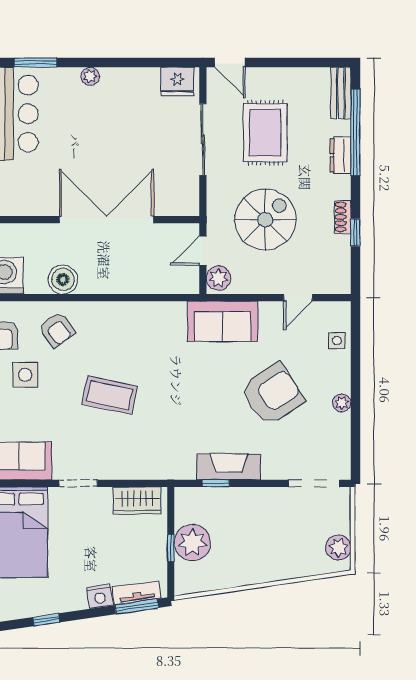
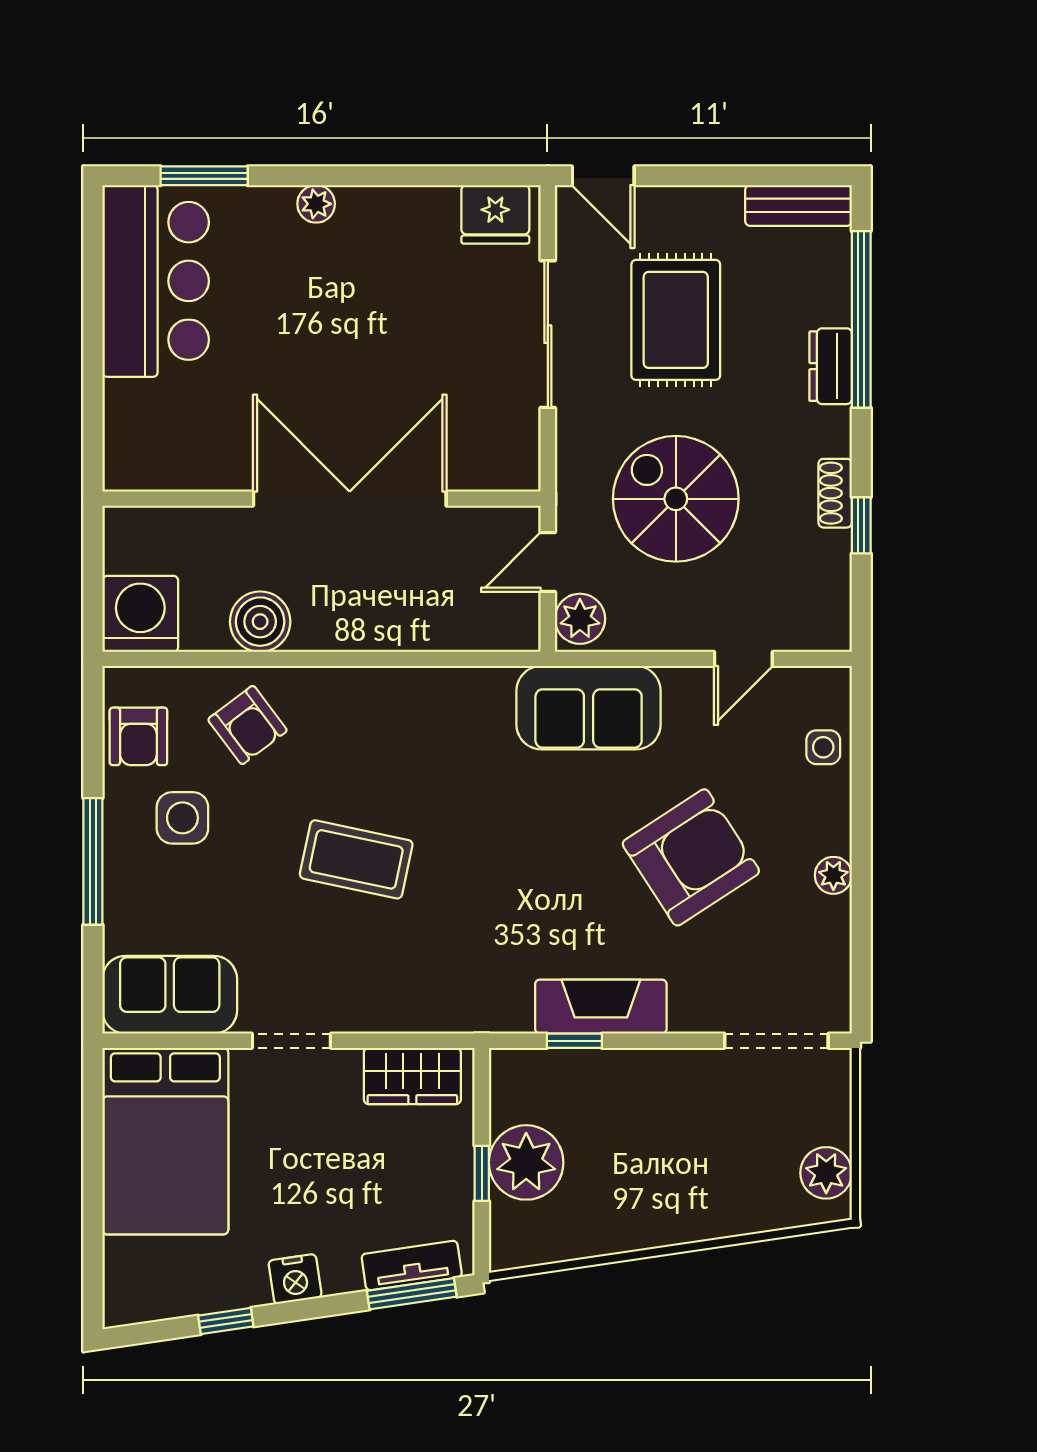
bench: (341, 93) -> (799, 205), moved, turned 90
spiral stairs: (265, 220) -> (676, 499), turned -90
nightstand: (100, 596) -> (295, 1279), moved

